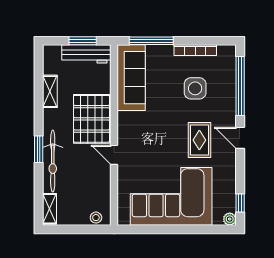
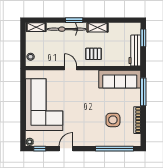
window: (83, 41) -> (143, 38), moved
shelving: (50, 91) -> (98, 27), moved
pallet: (91, 119) -> (94, 54), width x0.49, depth x0.50
door: (240, 138) -> (66, 149), moved
rug: (199, 140) -> (80, 123), removed
door: (114, 155) -> (71, 68), hinge flipped

